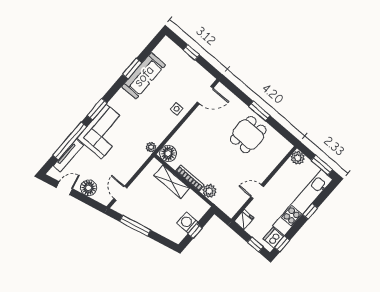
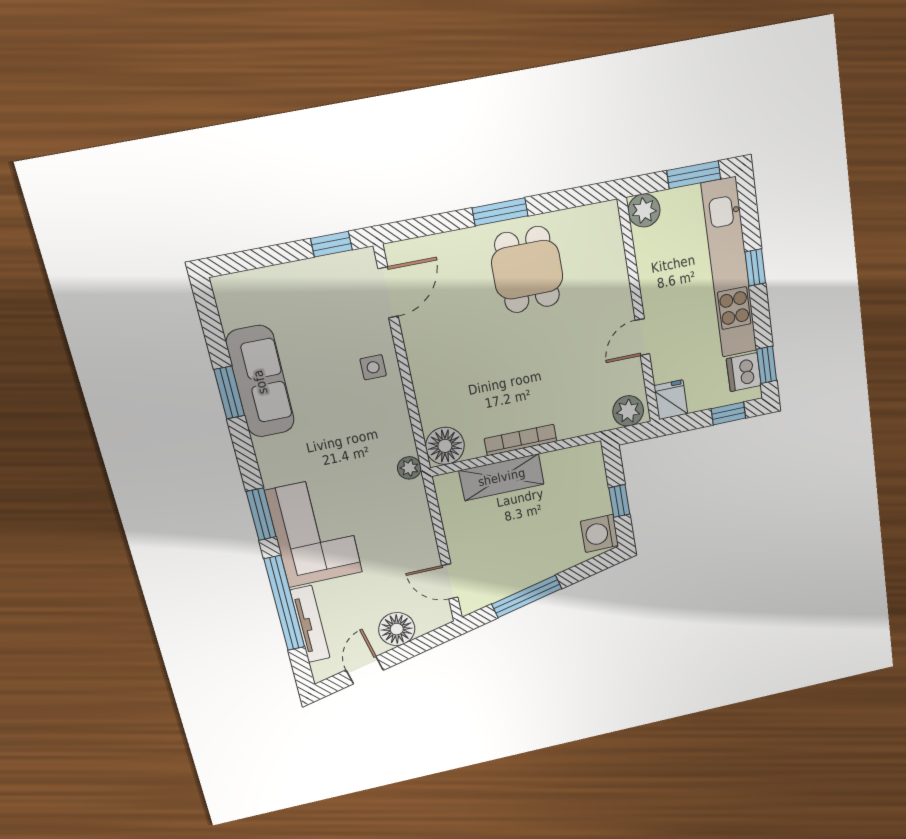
window: (191, 52) -> (331, 244), moved
plant: (209, 191) -> (628, 411), moved
washing machine: (187, 223) -> (599, 533), moved

